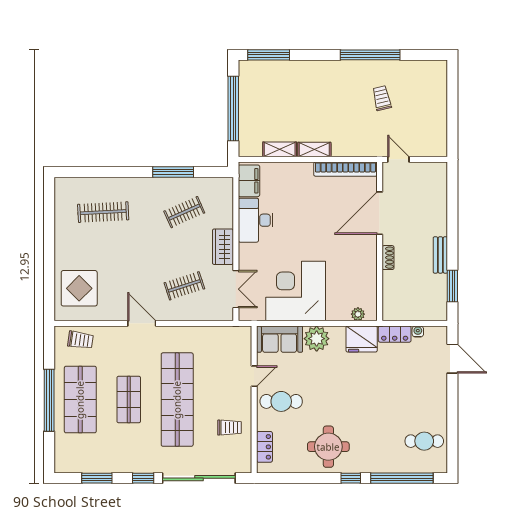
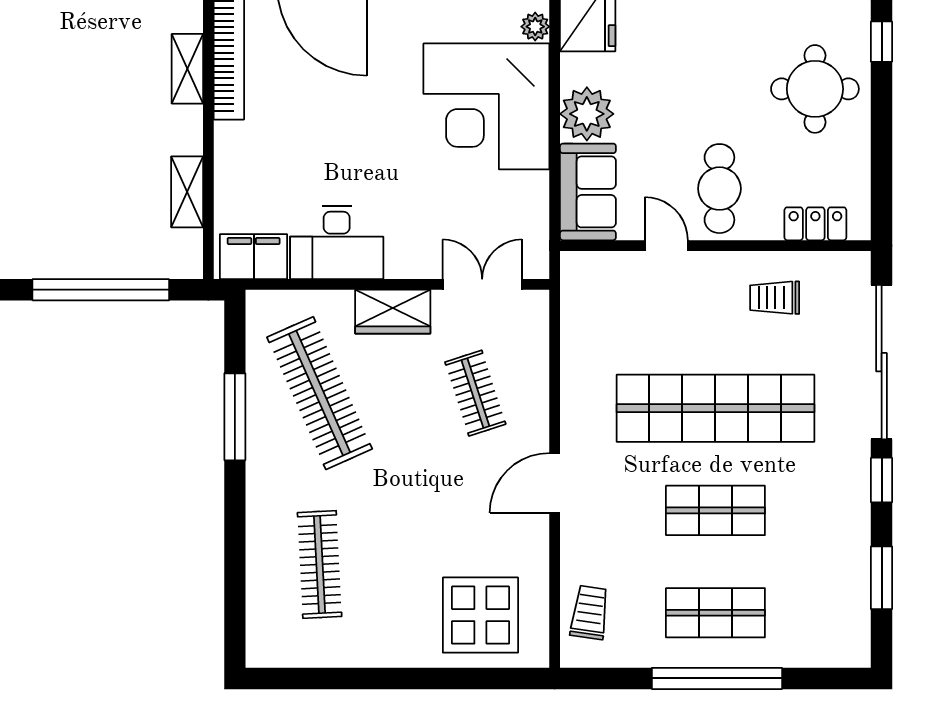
shelving: (314, 150) -> (187, 69), moved
clothes rail: (184, 212) -> (320, 393), width x1.86, depth x1.31
corner desk: (296, 291) -> (486, 106), moved
shop shelf: (80, 400) -> (715, 613), width x0.70, depth x0.74
trolley: (229, 428) -> (775, 298), turned -90

